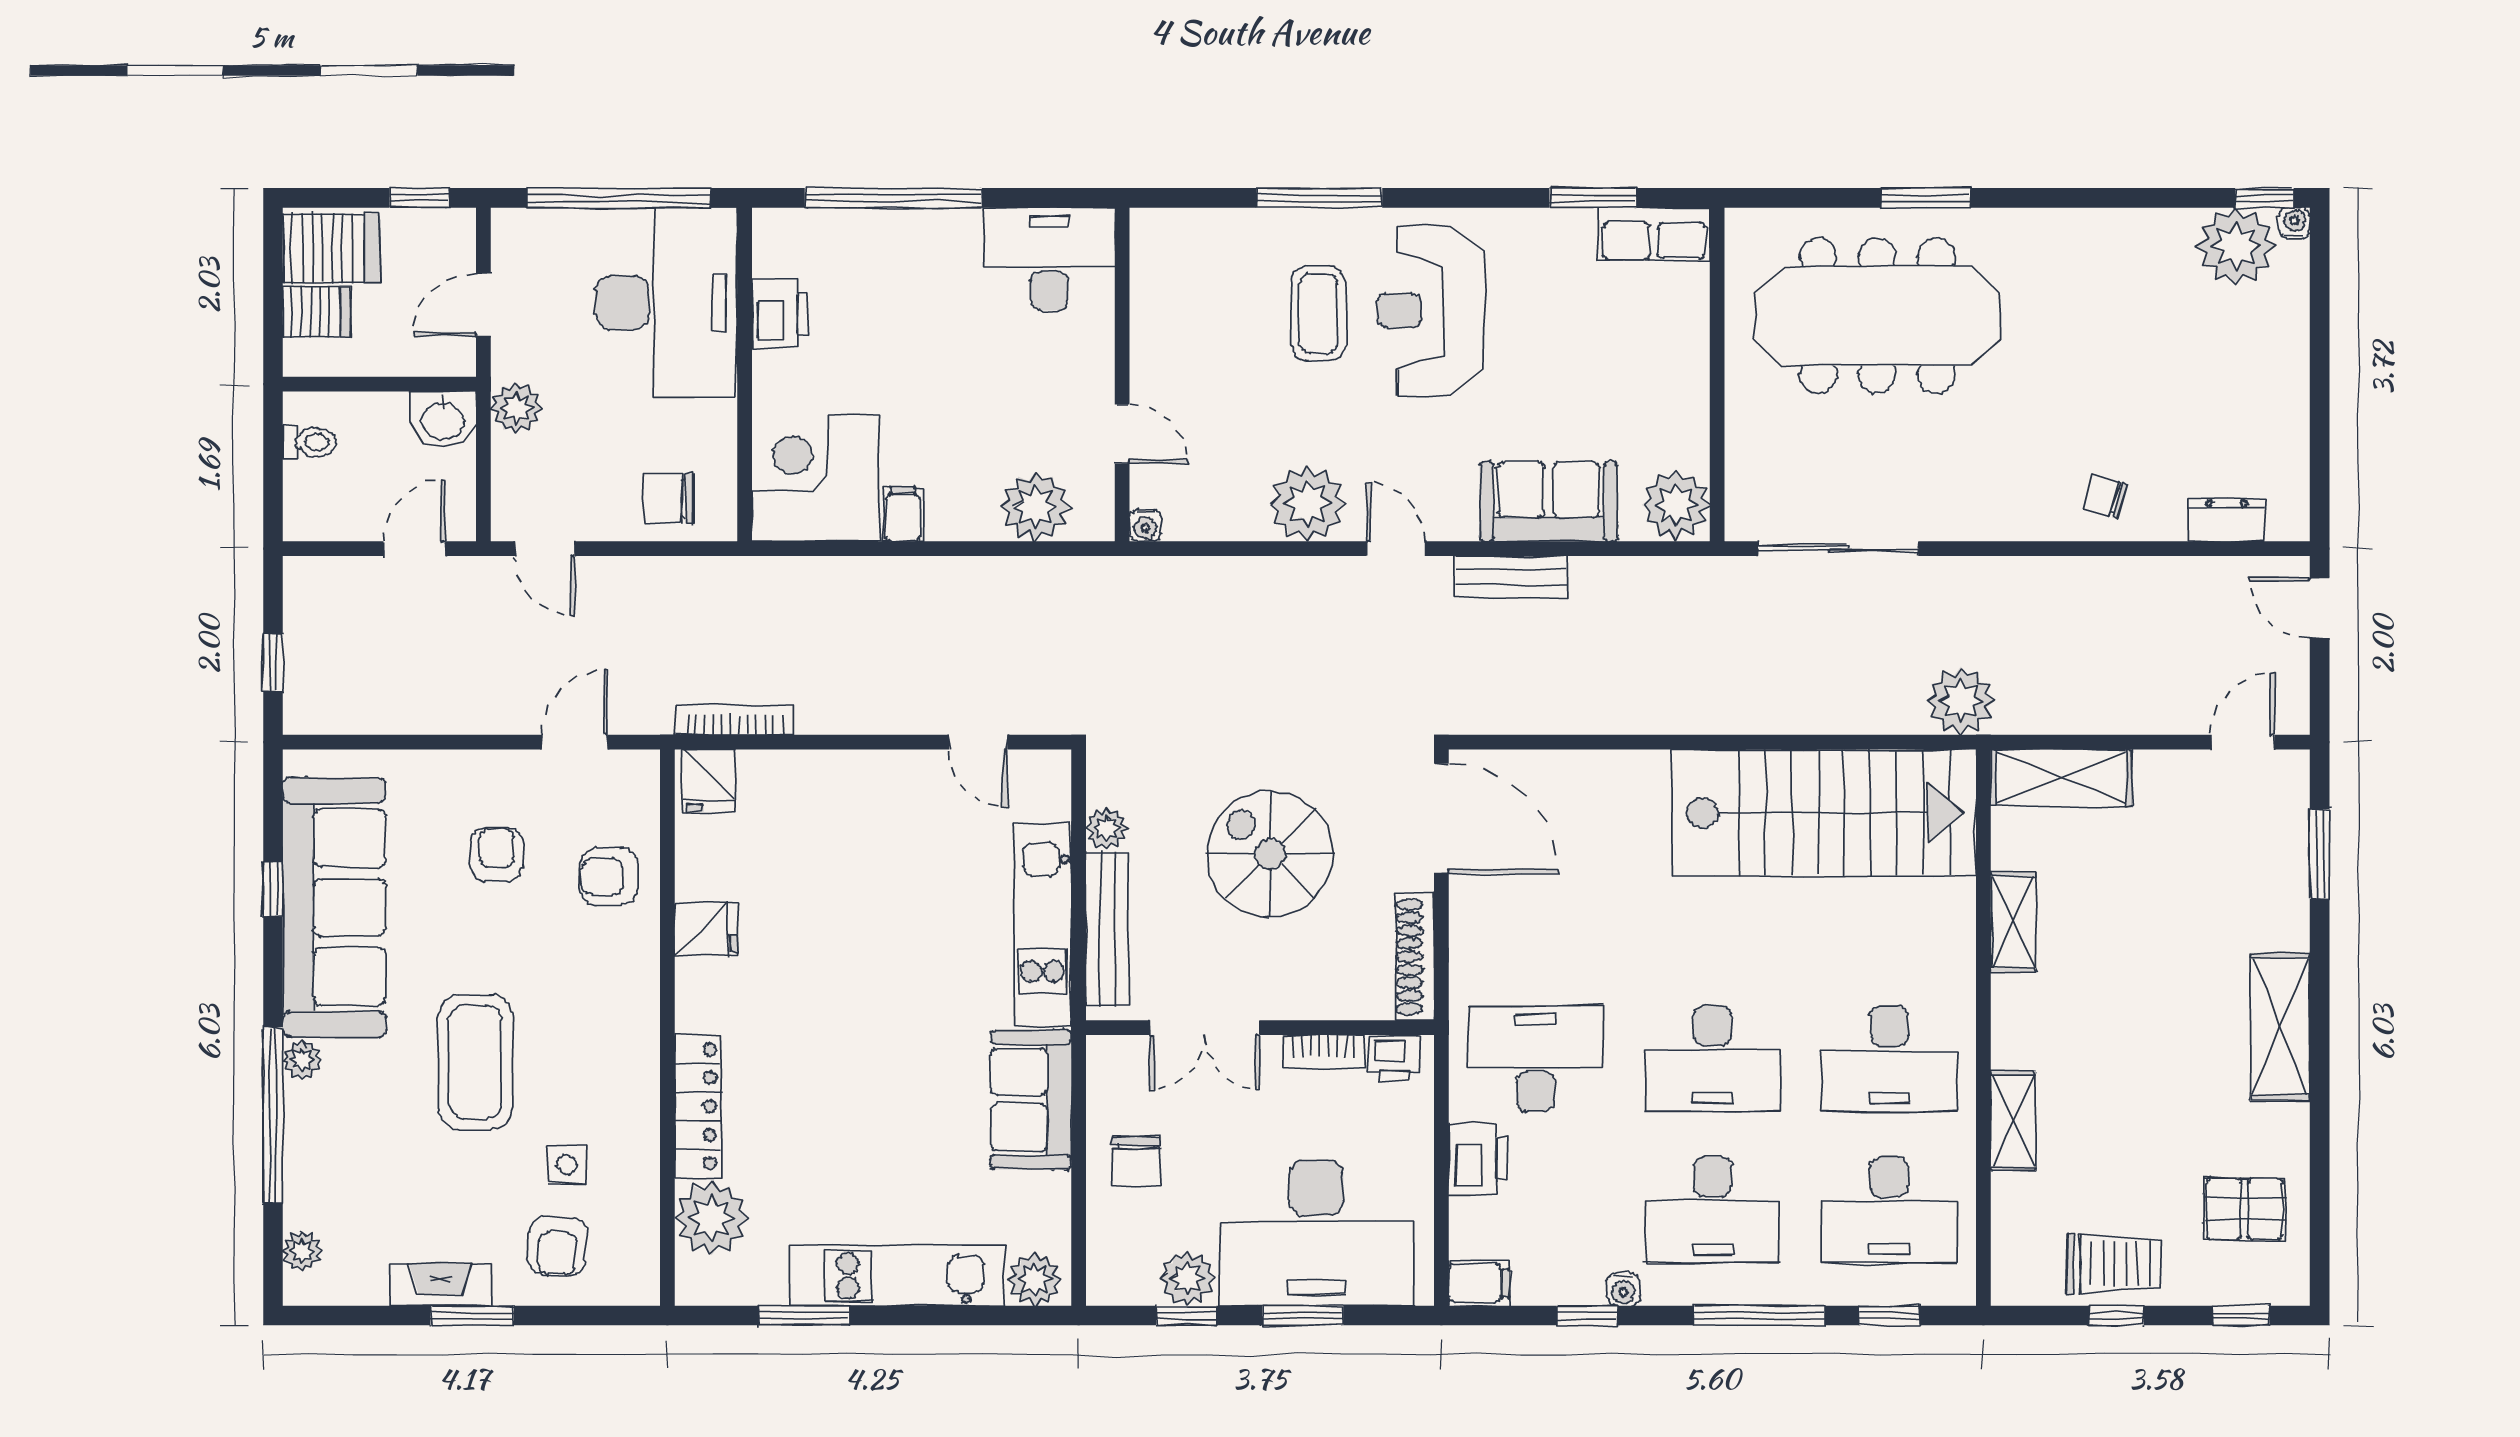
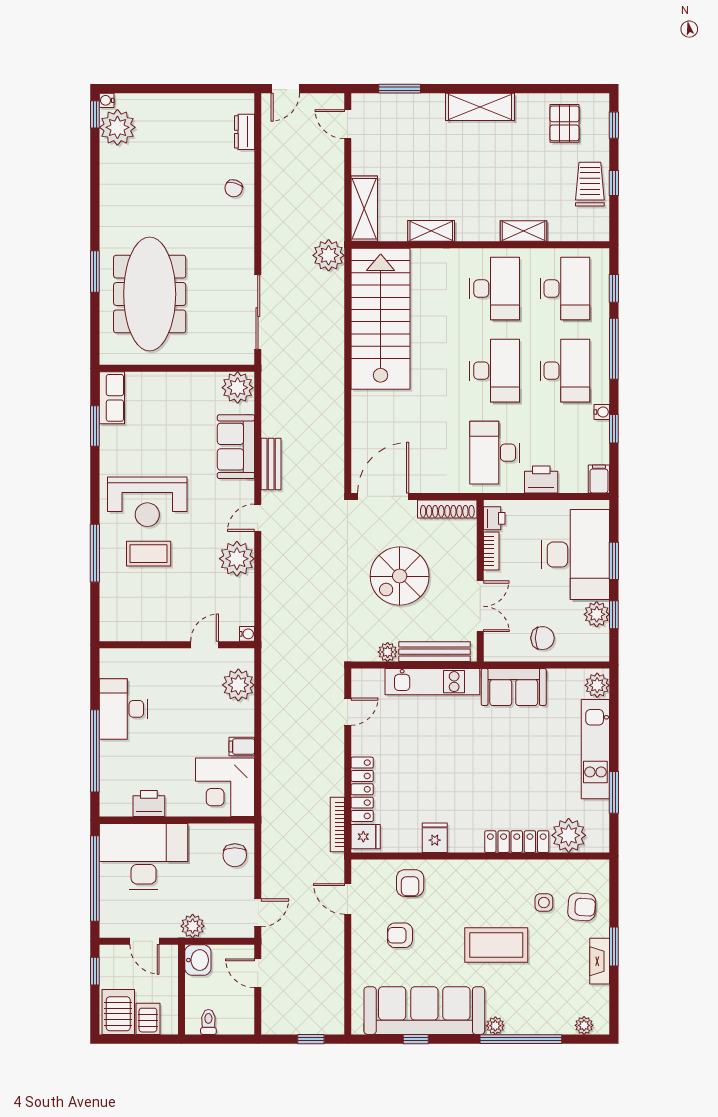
desk: (1049, 259) -> (123, 709), moved
locker: (811, 773) -> (362, 789), added

